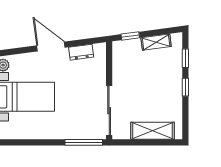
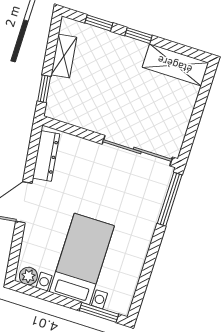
dresser: (81, 52) -> (46, 156), width x1.44
shelving: (152, 131) -> (175, 65), moved, turned 90

